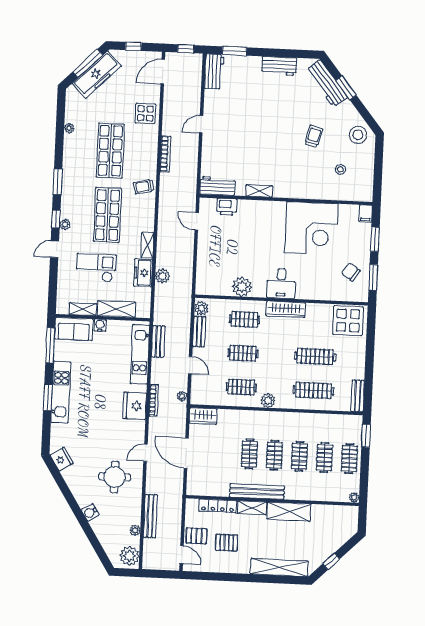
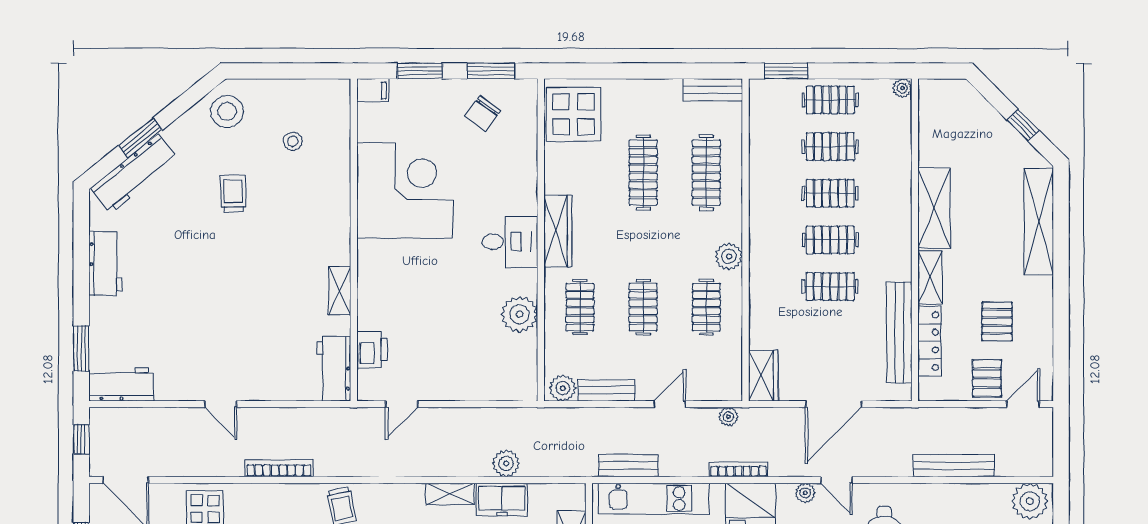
trolley: (314, 136) -> (233, 194), turned 75
bench: (257, 491) -> (899, 332), moved
plant: (135, 530) -> (805, 493), moved

